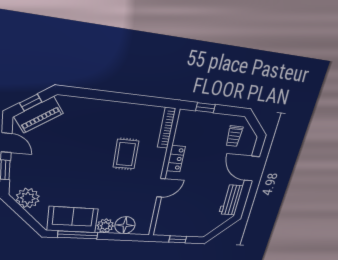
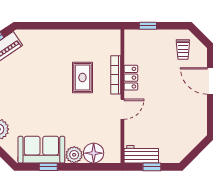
bookcase: (166, 128) -> (116, 75), moved
workbench: (231, 200) -> (141, 154), moved, turned 90
window: (78, 235) -> (48, 167), width x0.46

